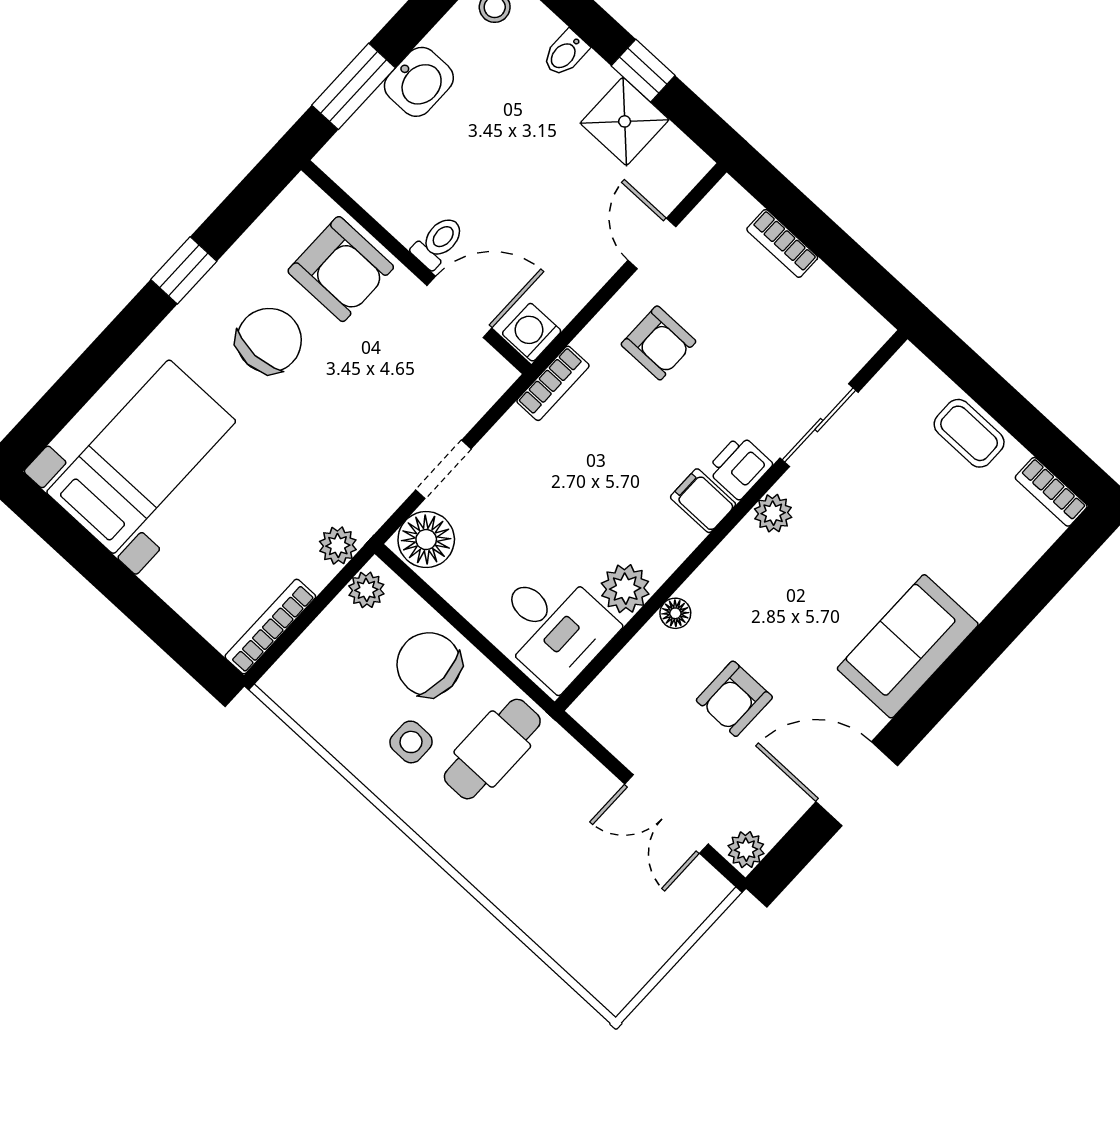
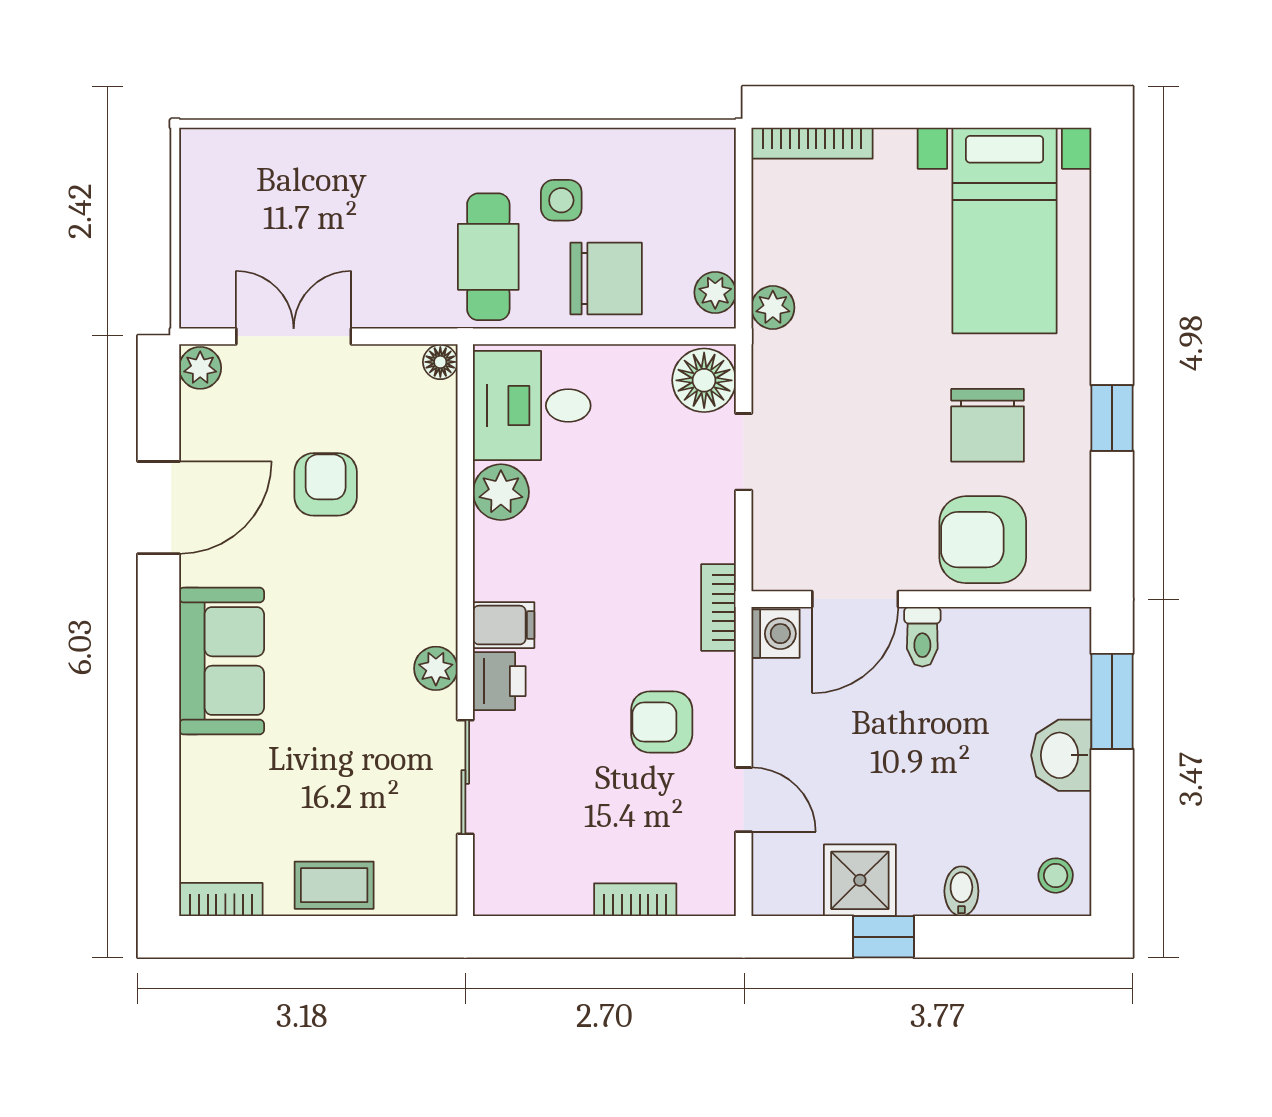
floor lamp: (675, 613) -> (440, 362), moved
bookcase: (270, 627) -> (812, 143), moved, turned 90

